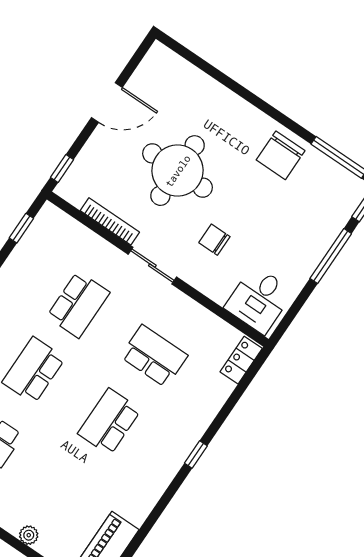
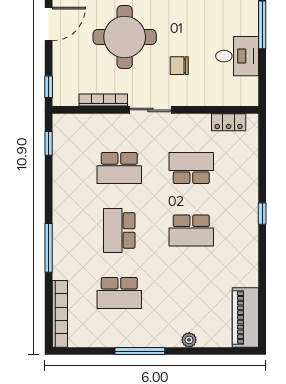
desk: (259, 300) -> (237, 56), moved, turned -90
school desk: (78, 305) -> (119, 168), turned 90
locker: (241, 360) -> (229, 122), moved, turned -90
school desk: (109, 422) -> (191, 230), turned -90

